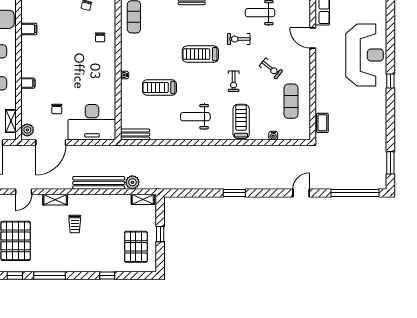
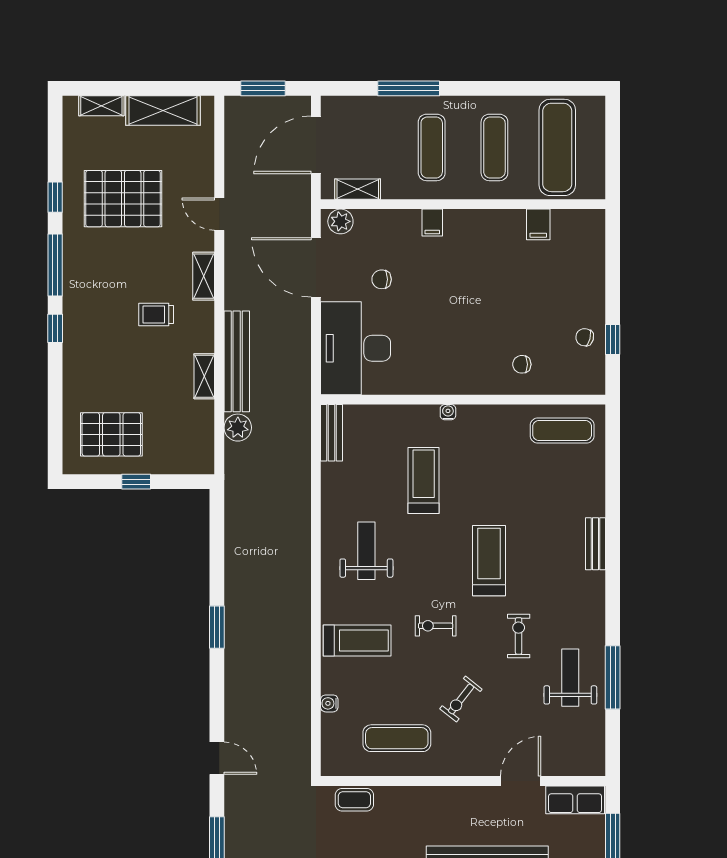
shelving: (143, 199) -> (204, 376), moved
window: (107, 275) -> (55, 328), moved

